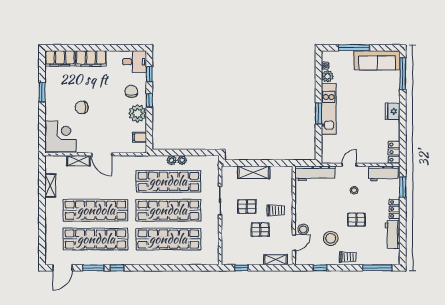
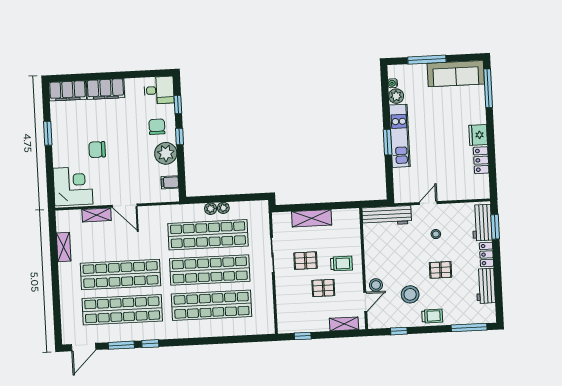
locker: (394, 152) -> (481, 160), moved
workbench: (383, 173) -> (482, 223), moved, turned 90

